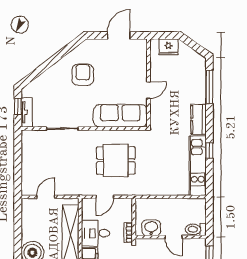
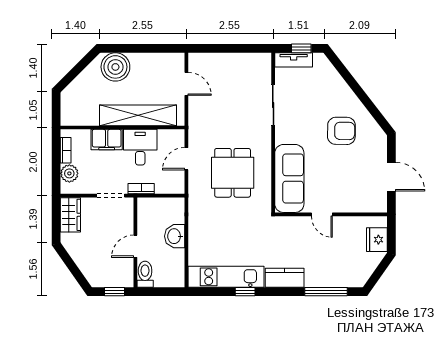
door: (105, 197) -> (186, 159), hinge flipped
washbasin: (151, 228) -> (175, 236), moved, turned 180

